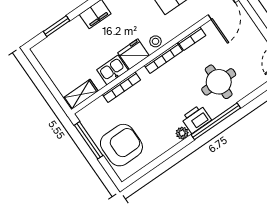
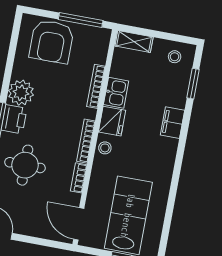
stool: (51, 56) -> (175, 57), added
shelving: (81, 95) -> (134, 42), moved, turned 90
plant: (182, 133) -> (21, 93), width x1.88, depth x1.88

